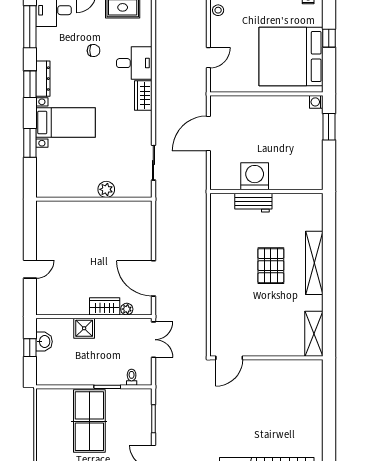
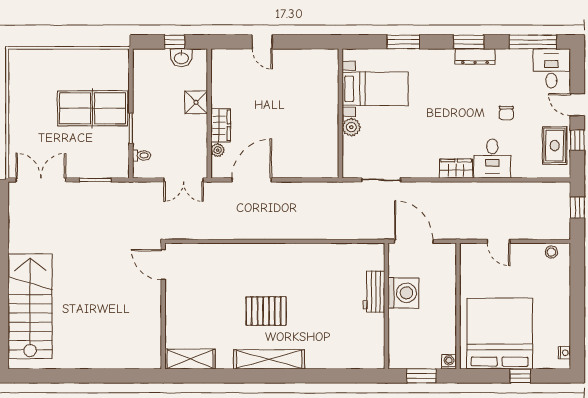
bed with nightstands: (66, 123) -> (375, 89), moved, turned -90
washing machine: (255, 176) -> (403, 293), moved
wall: (266, 191) -> (386, 306), moved
workbench: (253, 203) -> (374, 292), moved

